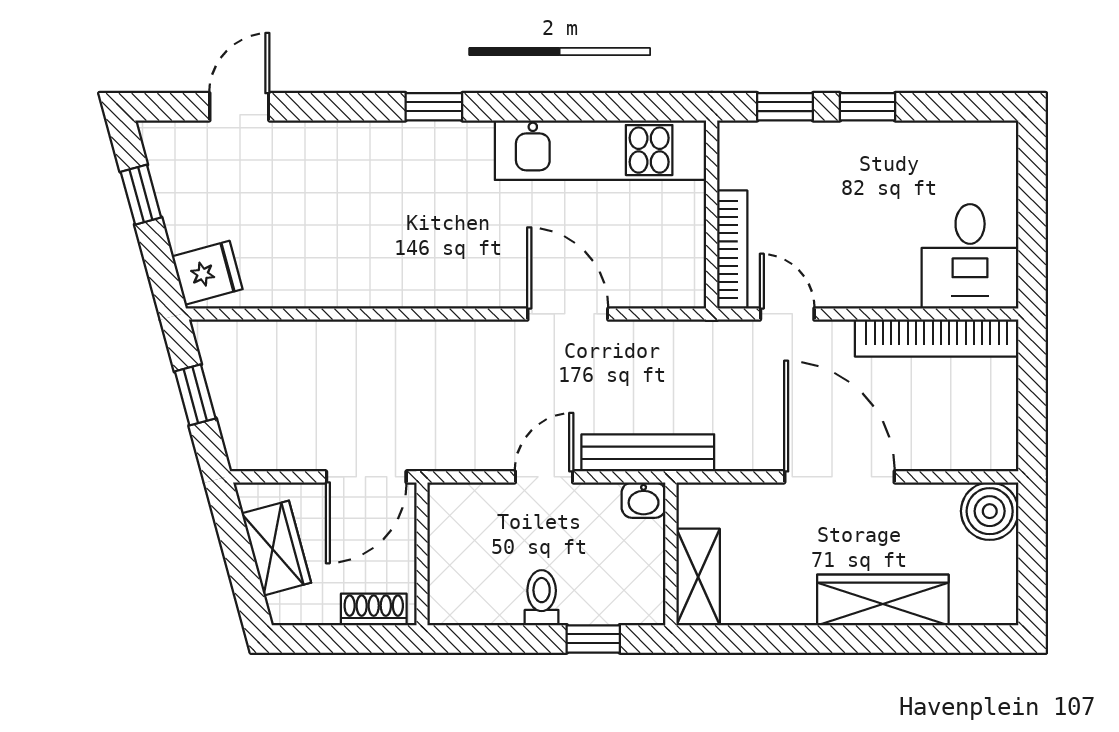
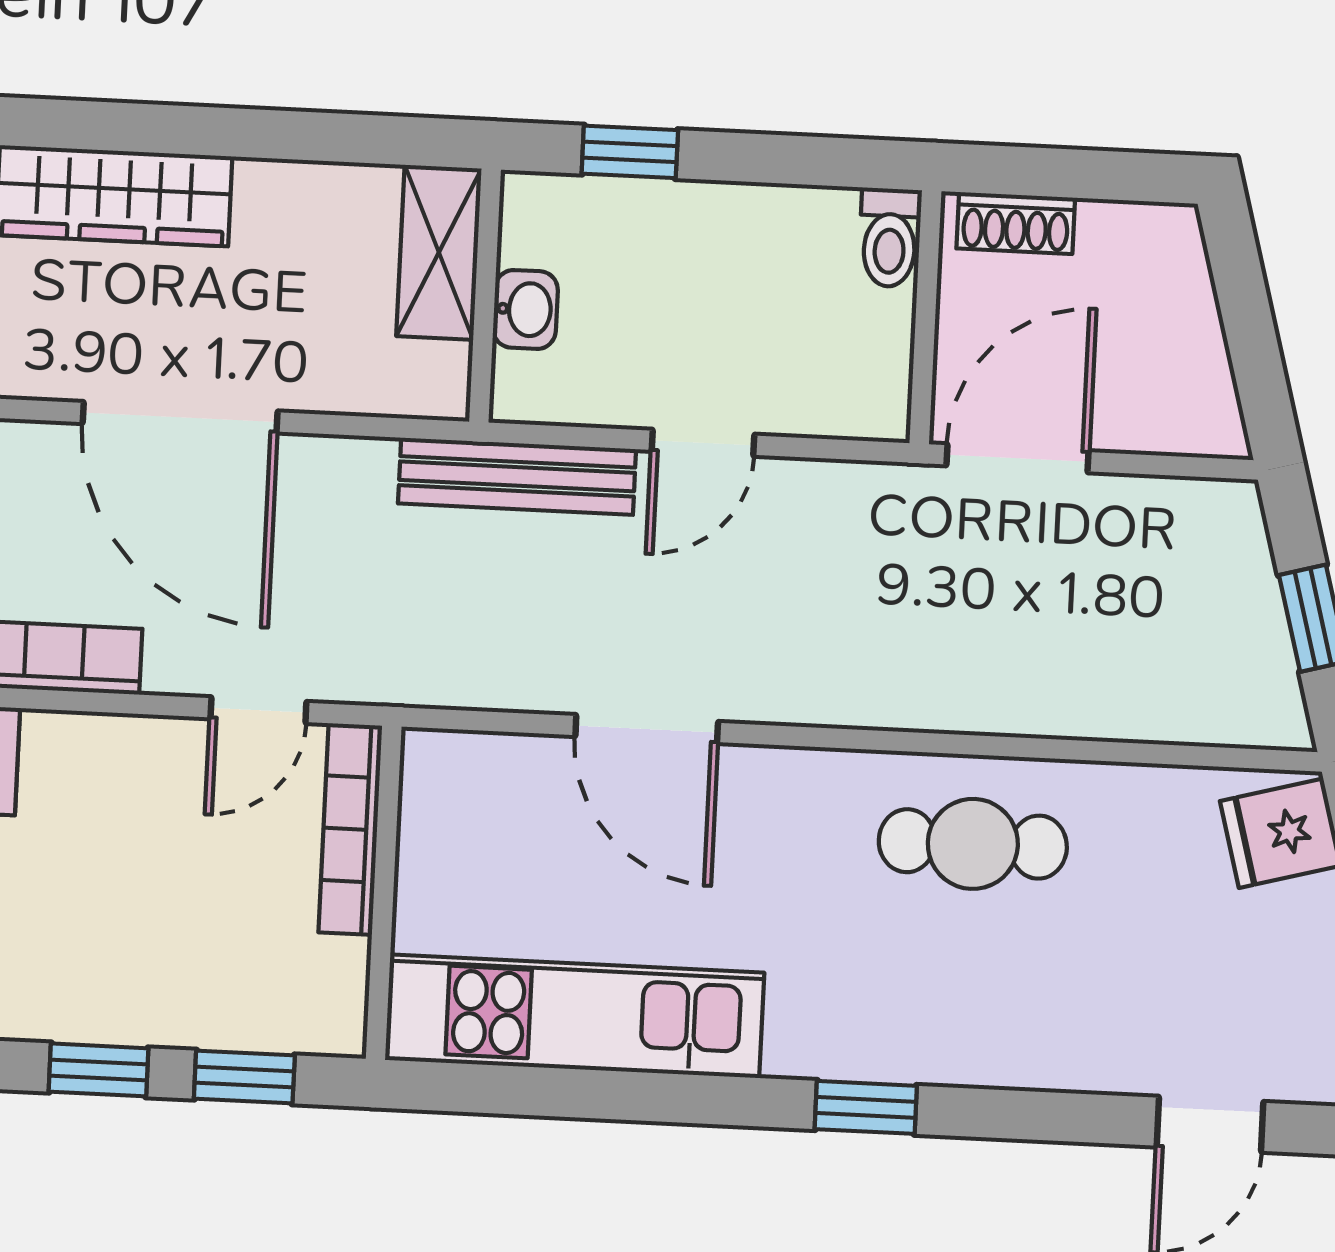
cafe table: (381, 258) -> (973, 844), added
door: (787, 314) -> (258, 710), hinge flipped
washbasin: (644, 500) -> (525, 309), moved, turned 90
wardrobe: (276, 548) -> (1183, 340), removed
toilet: (542, 598) -> (890, 238), moved

